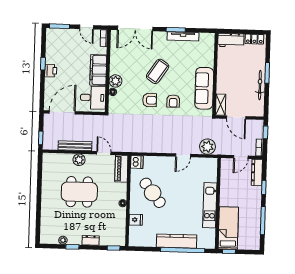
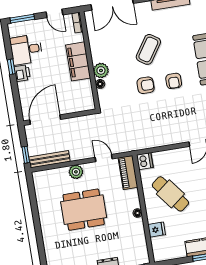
desk: (93, 98) -> (26, 50), moved, turned 180
bench: (75, 146) -> (49, 159), moved

